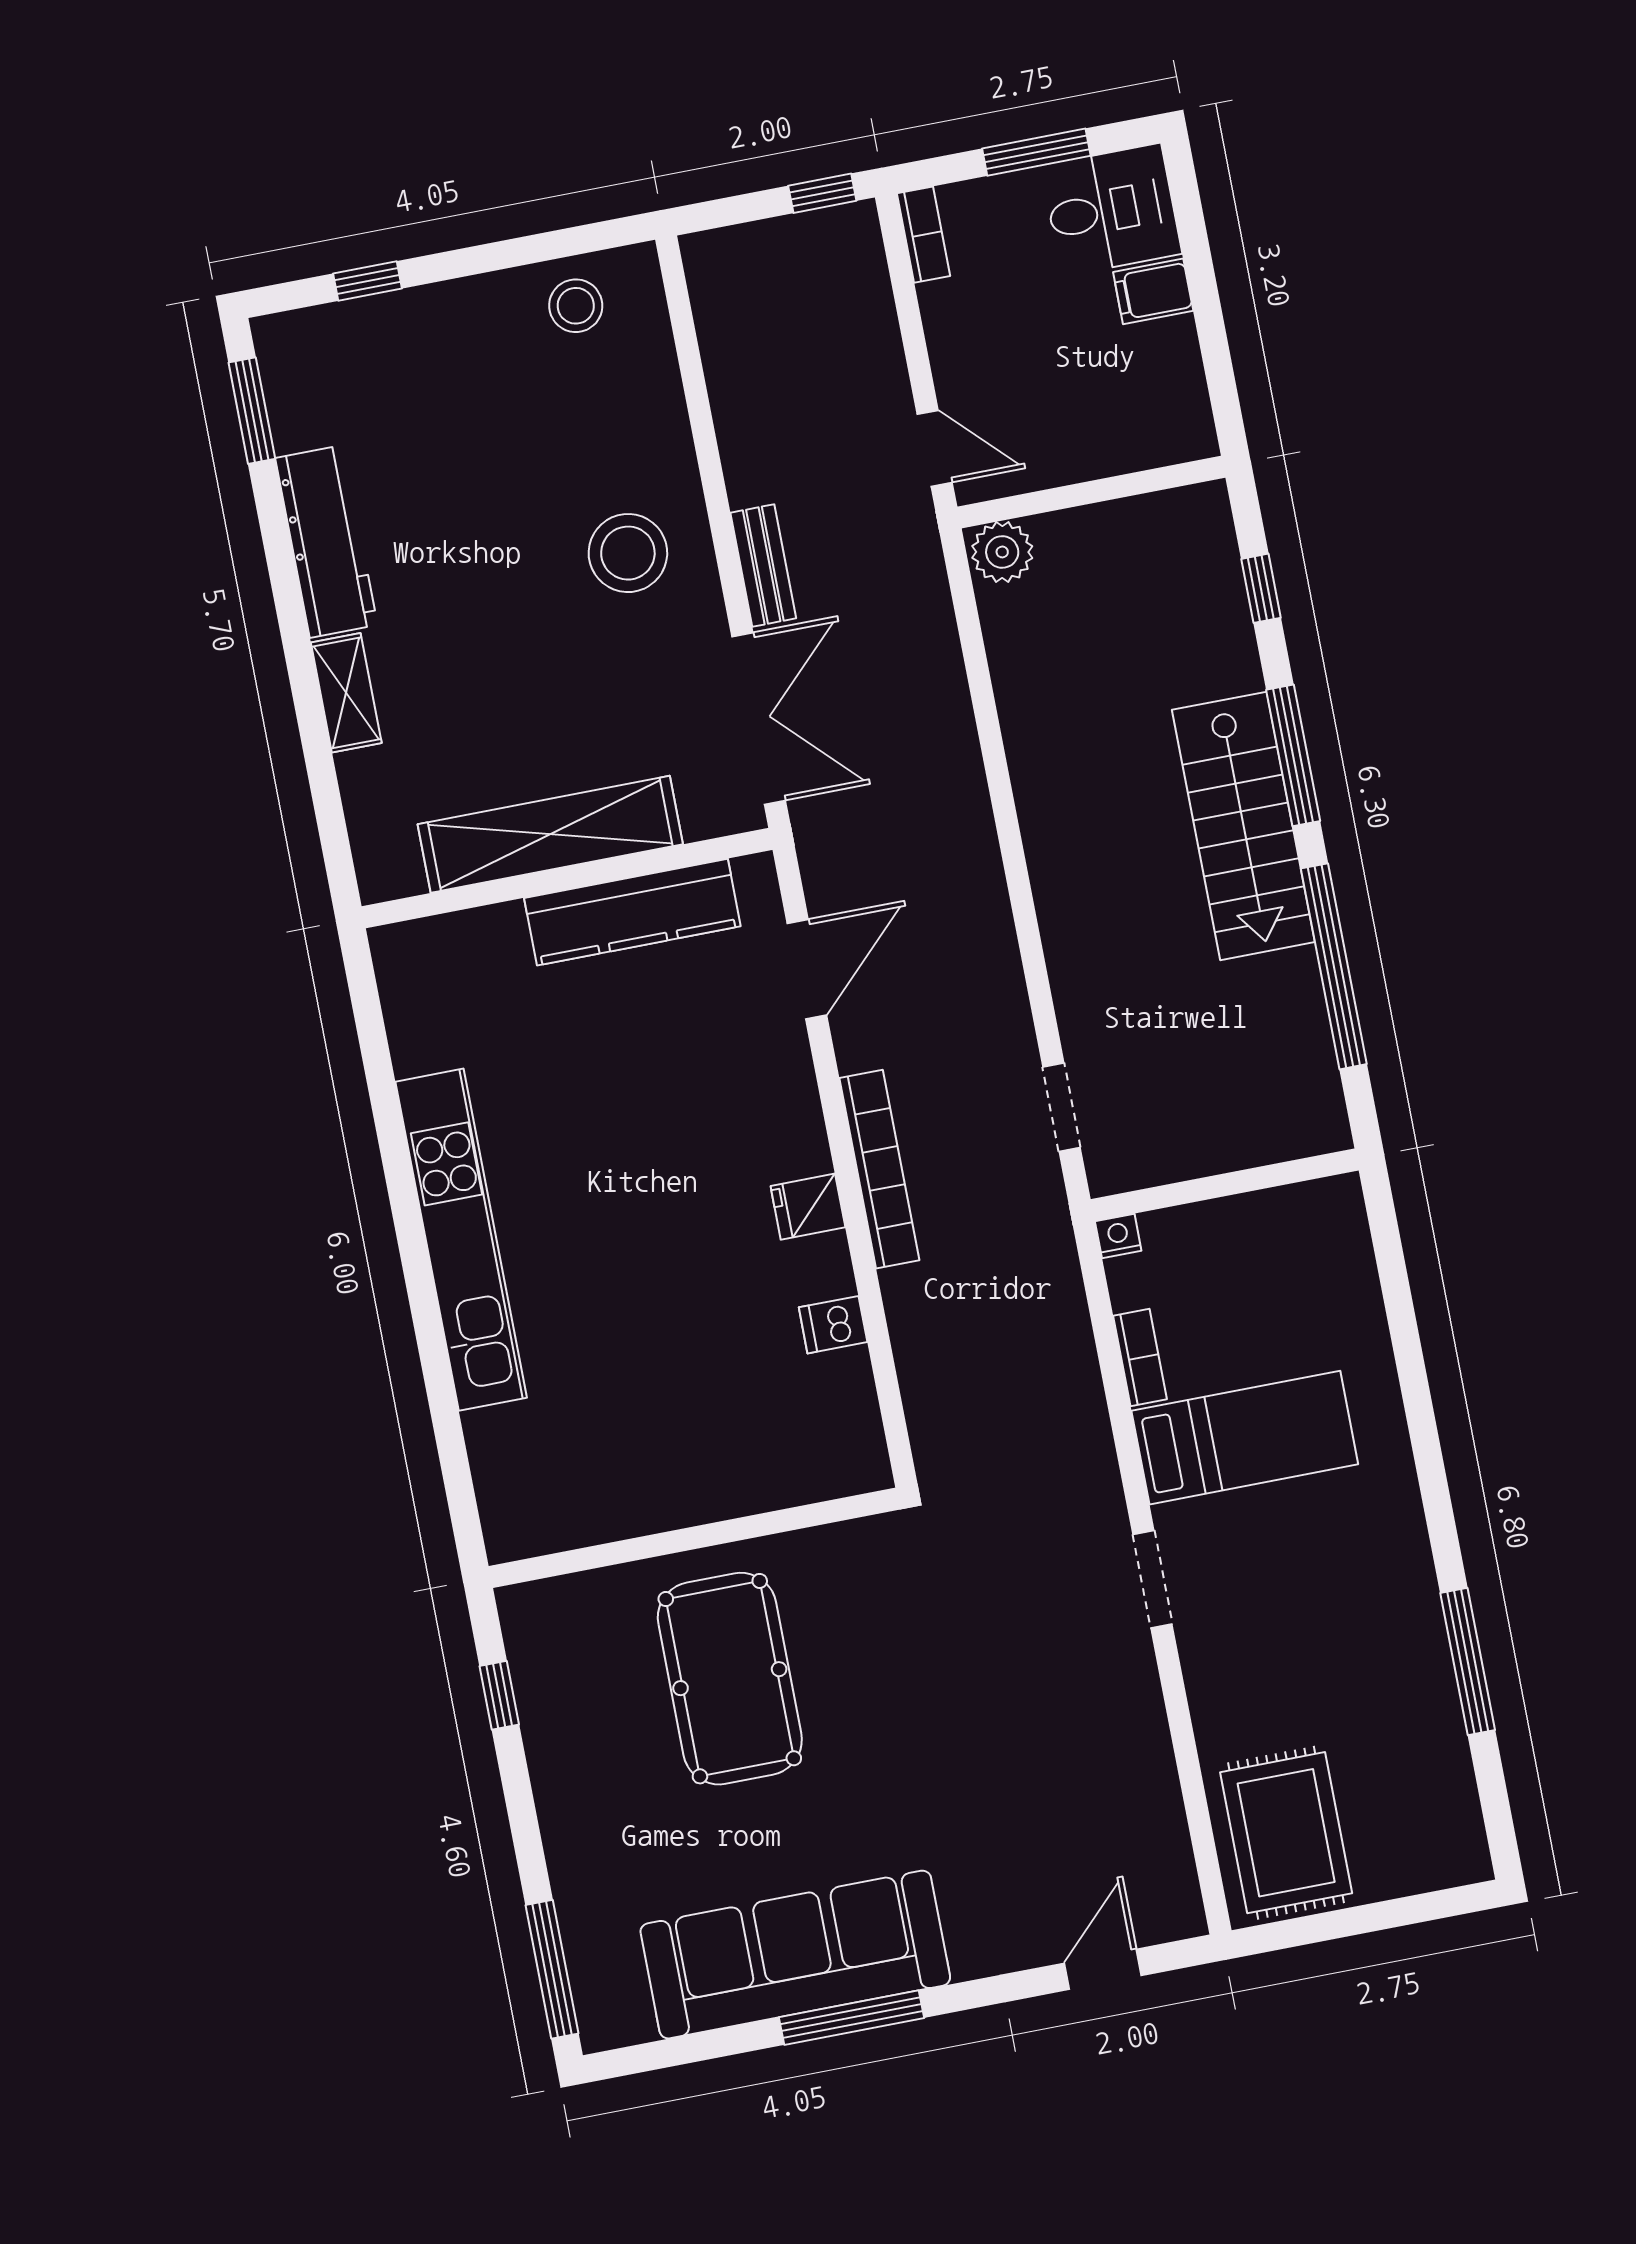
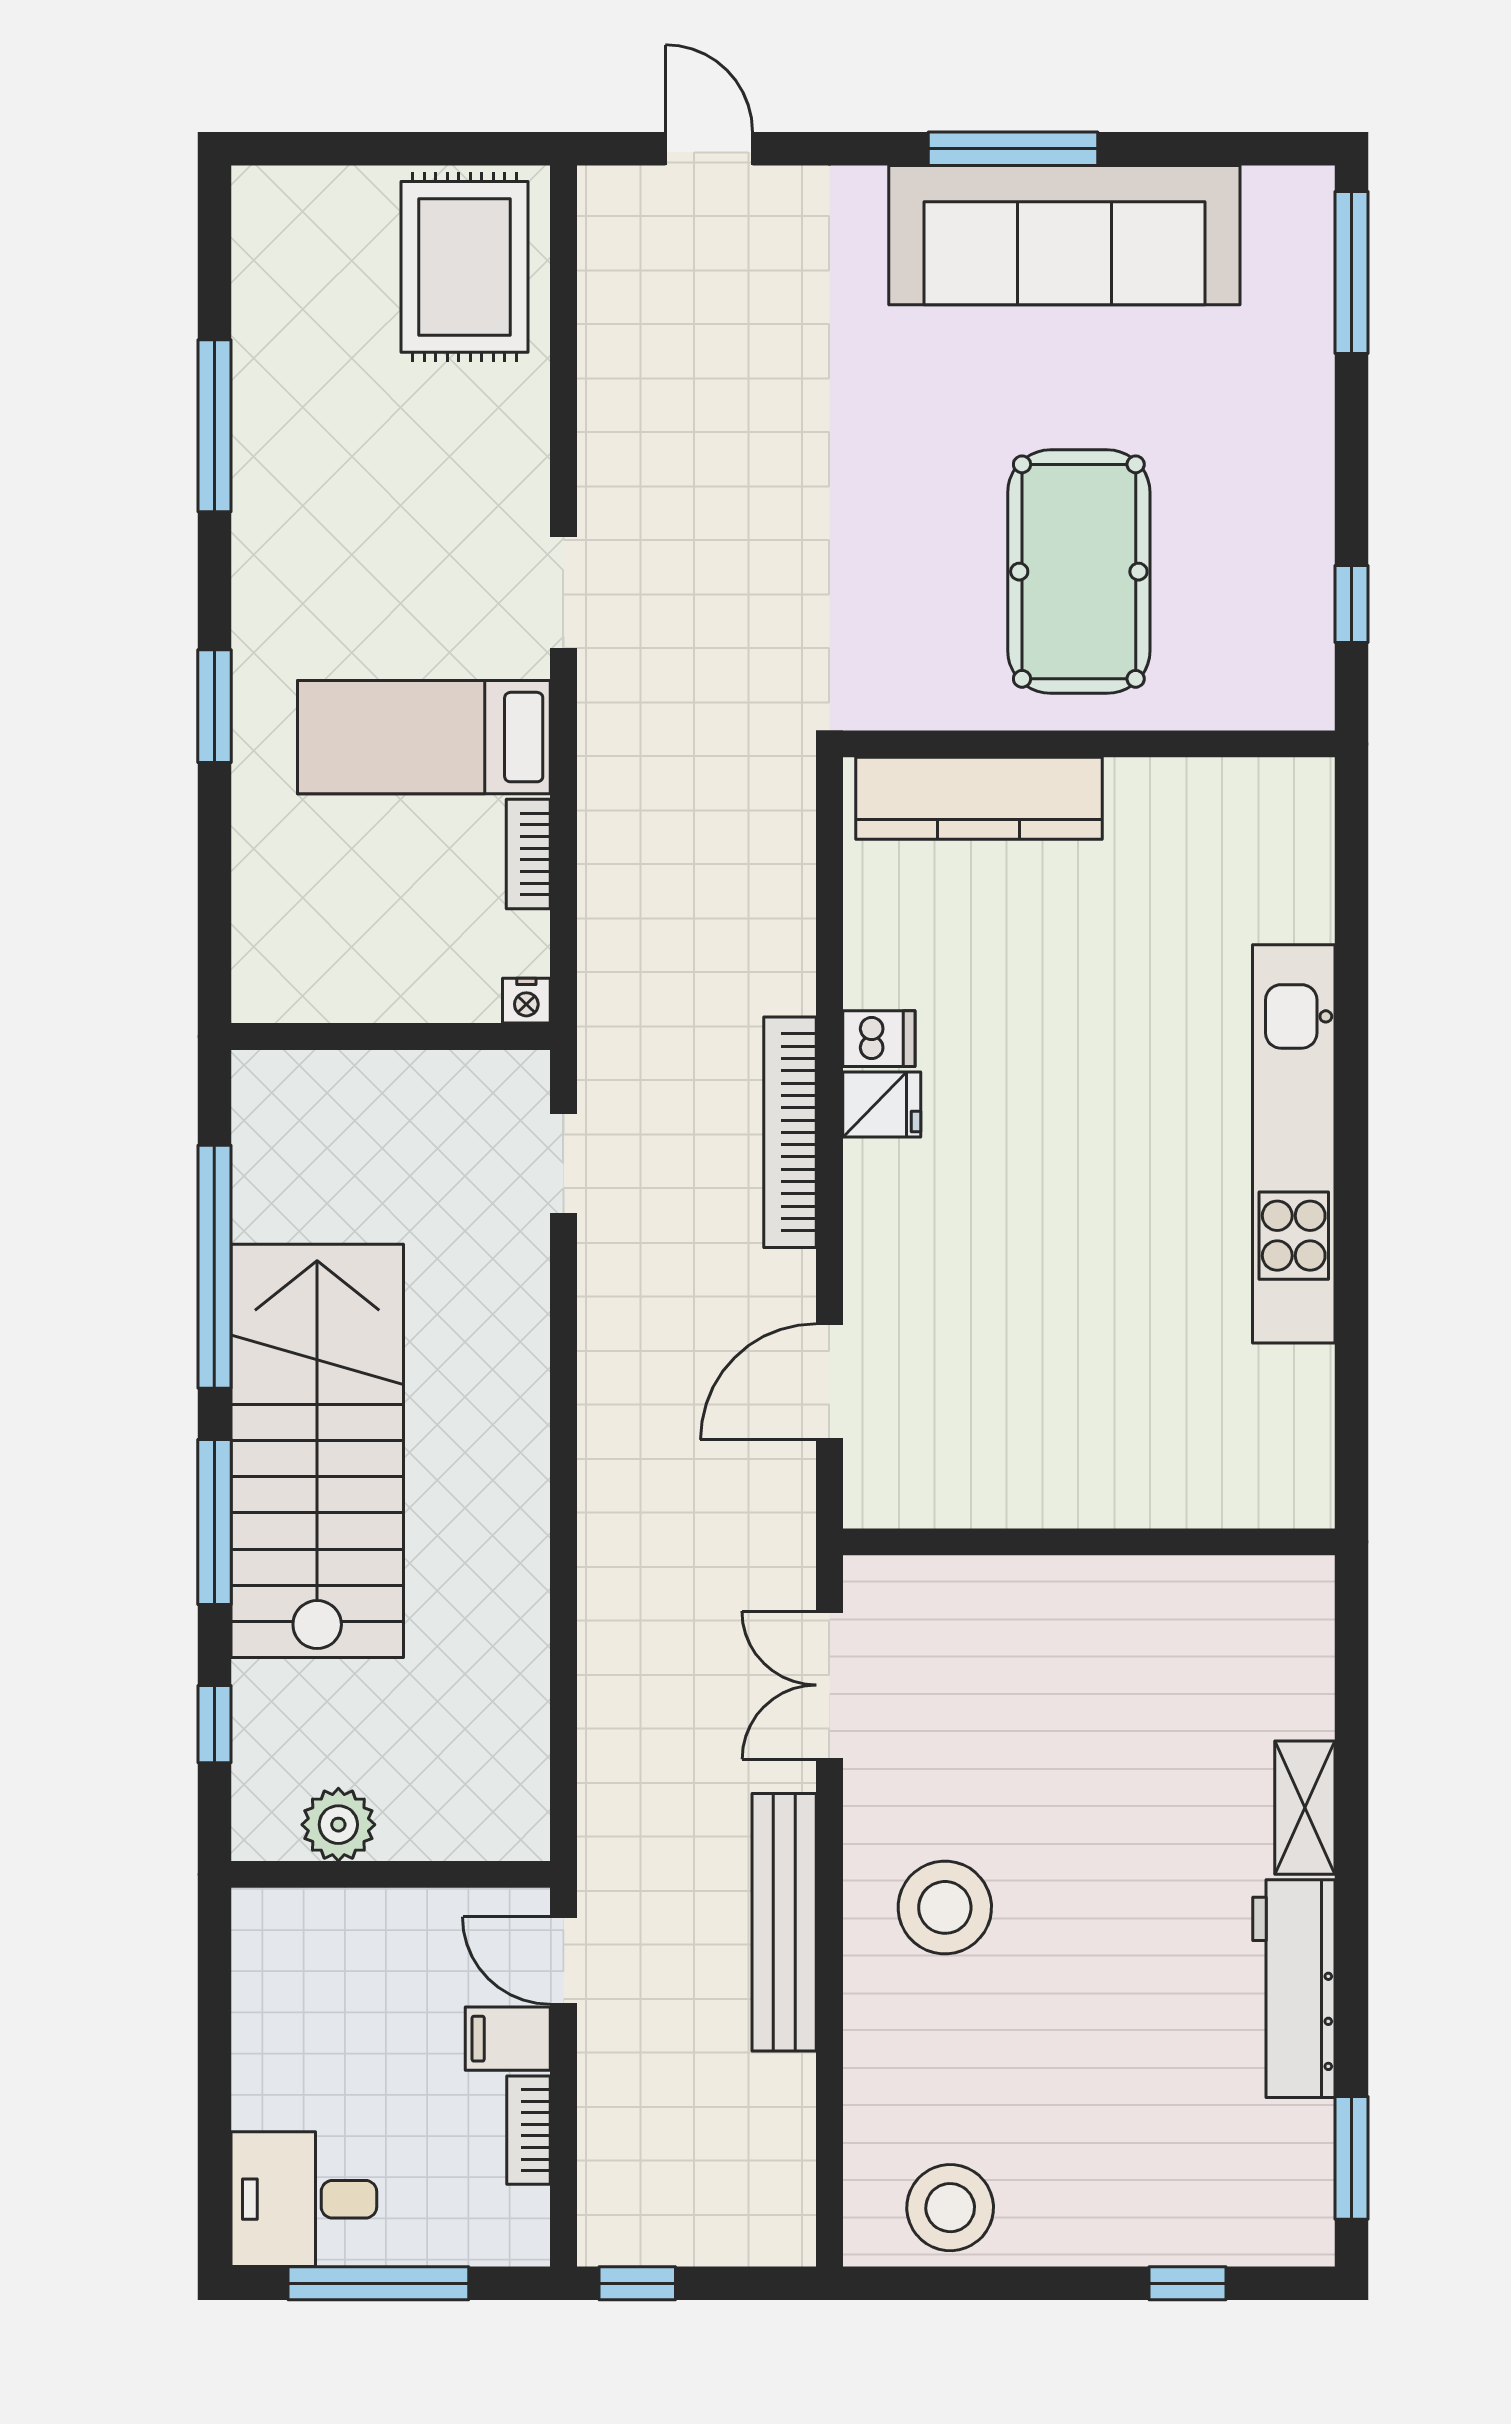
window: (1036, 152) -> (378, 2283), width x1.44
bookcase: (924, 235) -> (528, 2130), moved
filing cabinet: (1153, 291) -> (508, 2039), moved, turned 180
stool: (576, 306) -> (950, 2208), width x1.38, depth x1.38
plant: (1002, 552) -> (338, 1825), moved
bench: (763, 566) -> (784, 1922), width x1.86, depth x1.21
double door: (759, 718) -> (829, 1685), width x0.73
stairs: (1243, 826) -> (317, 1451), width x1.36, depth x1.51
shelving: (550, 834) -> (1099, 1597), removed
kitchen counter: (632, 912) -> (979, 798), moved, turned 180
dishwasher: (833, 1325) -> (879, 1039), moved
window: (1423, 1430) -> (214, 706), added
door: (1103, 1969) -> (709, 149), swing flipped

